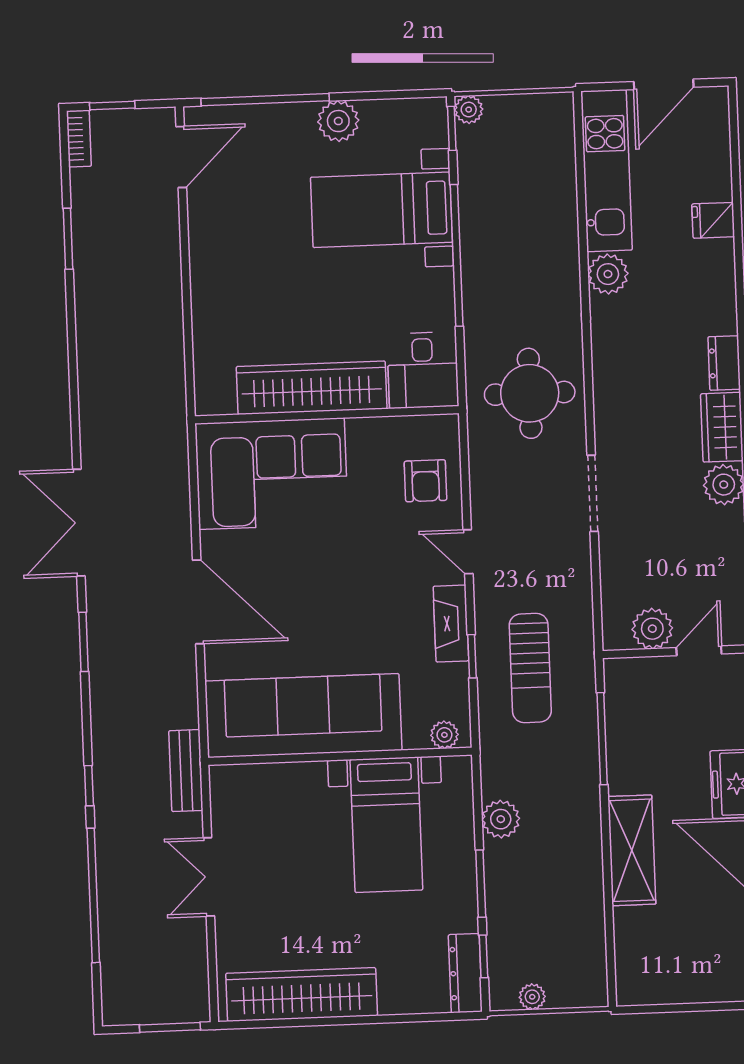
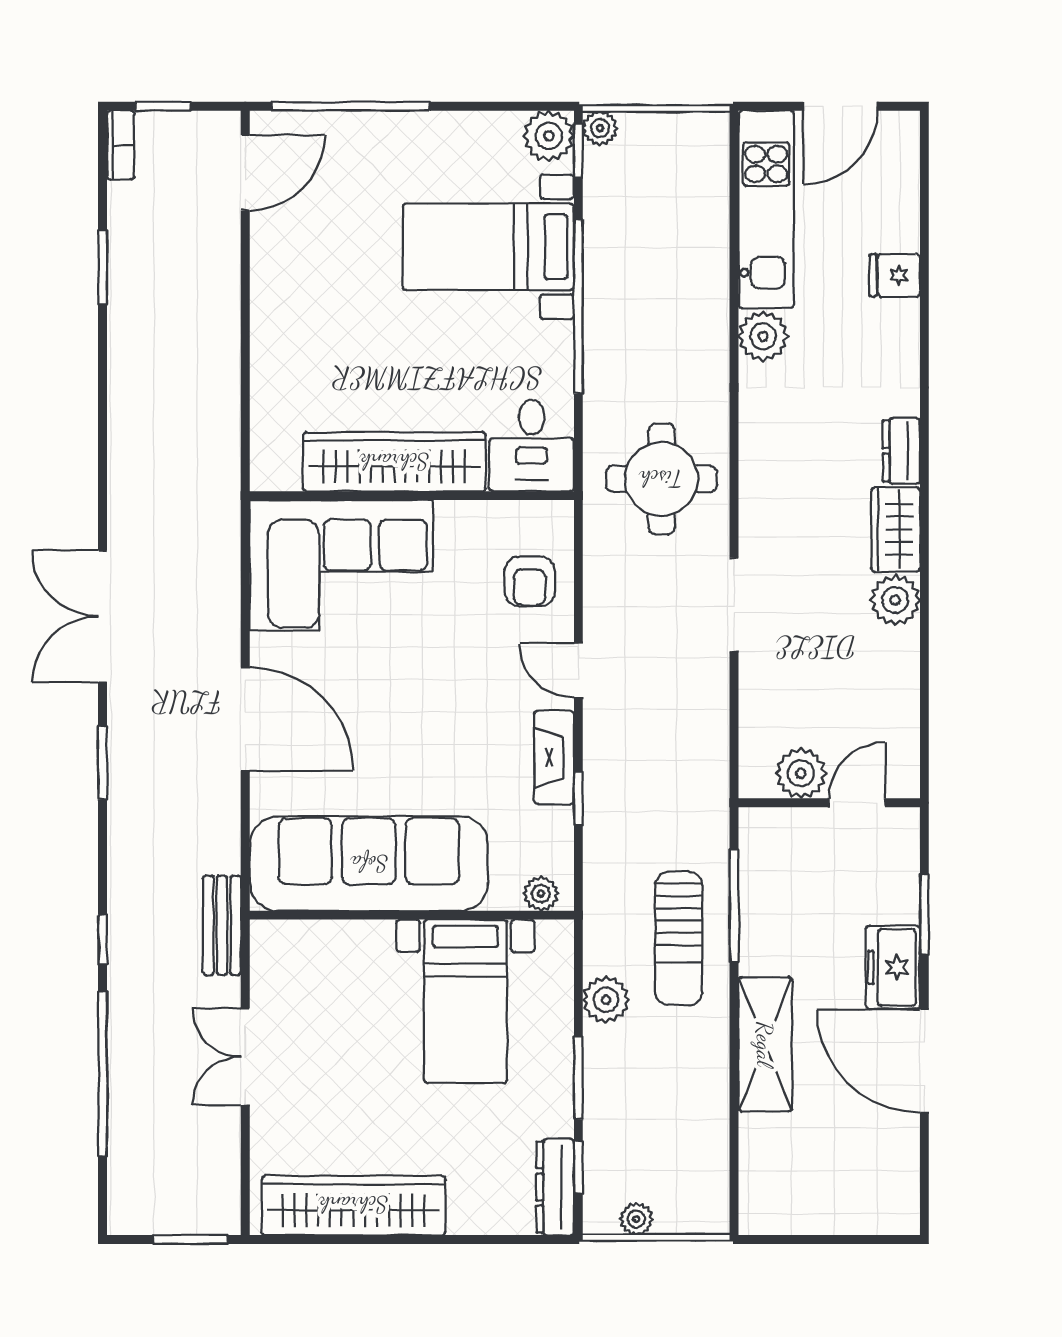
plant: (338, 121) -> (549, 136), moved
sun lounger: (530, 668) -> (679, 938), moved

